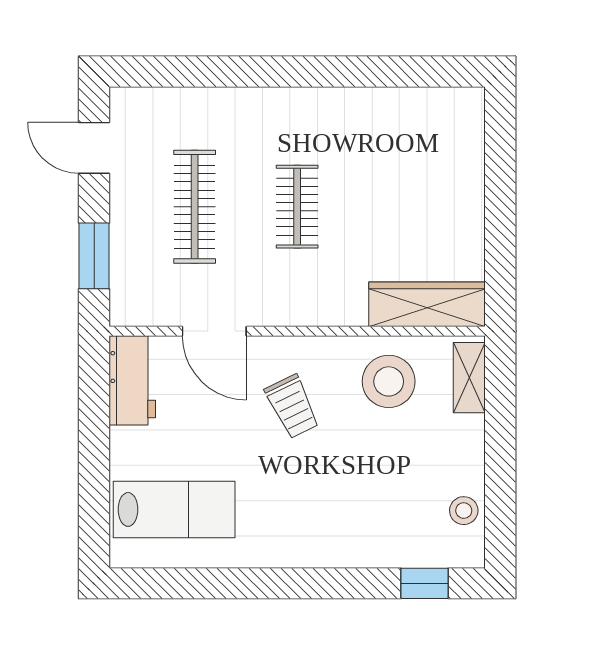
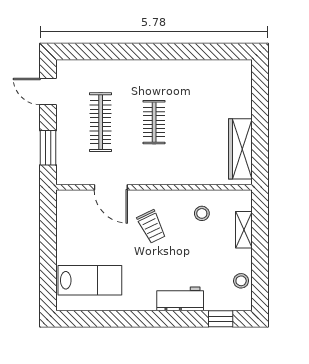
wardrobe: (427, 304) -> (240, 149), moved, turned -90
shelving: (469, 378) -> (244, 230), moved
workbench: (132, 380) -> (180, 299), moved, turned -90
stool: (389, 381) -> (202, 213), width x0.53, depth x0.53

